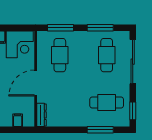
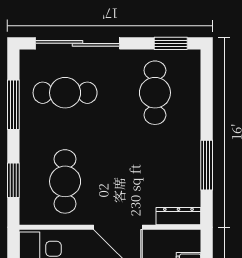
window: (60, 28) -> (13, 180), width x0.69
cafe table: (60, 55) -> (65, 181), turned 90
window: (100, 130) -> (207, 165), moved

